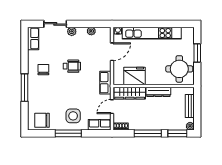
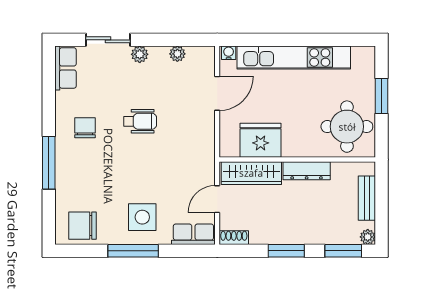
row of seats: (105, 83) -> (205, 153), removed
window: (148, 133) -> (286, 251), width x0.69

